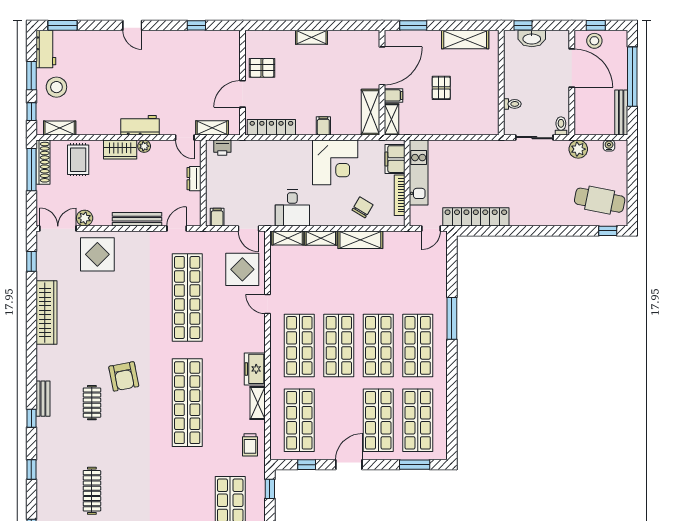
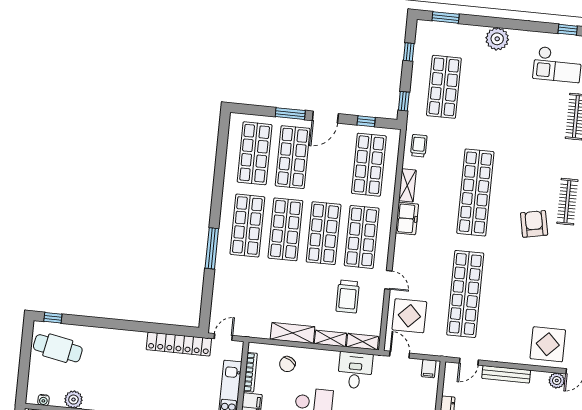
trolley: (308, 283) -> (348, 297), added
clothes rail: (92, 403) -> (567, 202), width x1.36
window: (415, 465) -> (290, 114), moved

